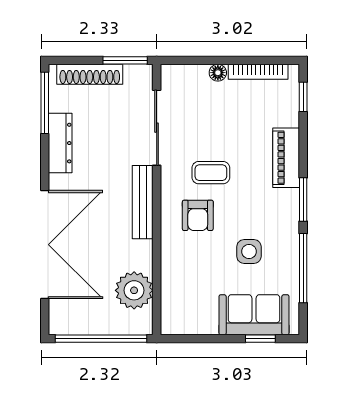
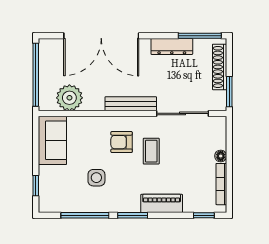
sofa: (254, 315) -> (52, 140), moved

